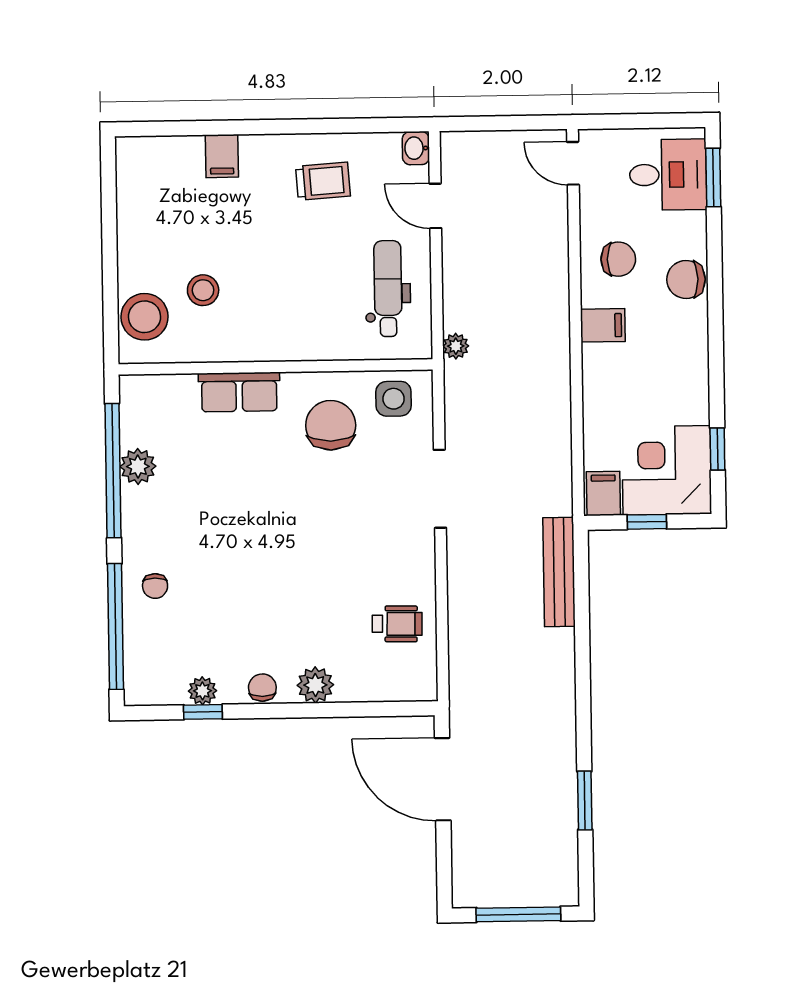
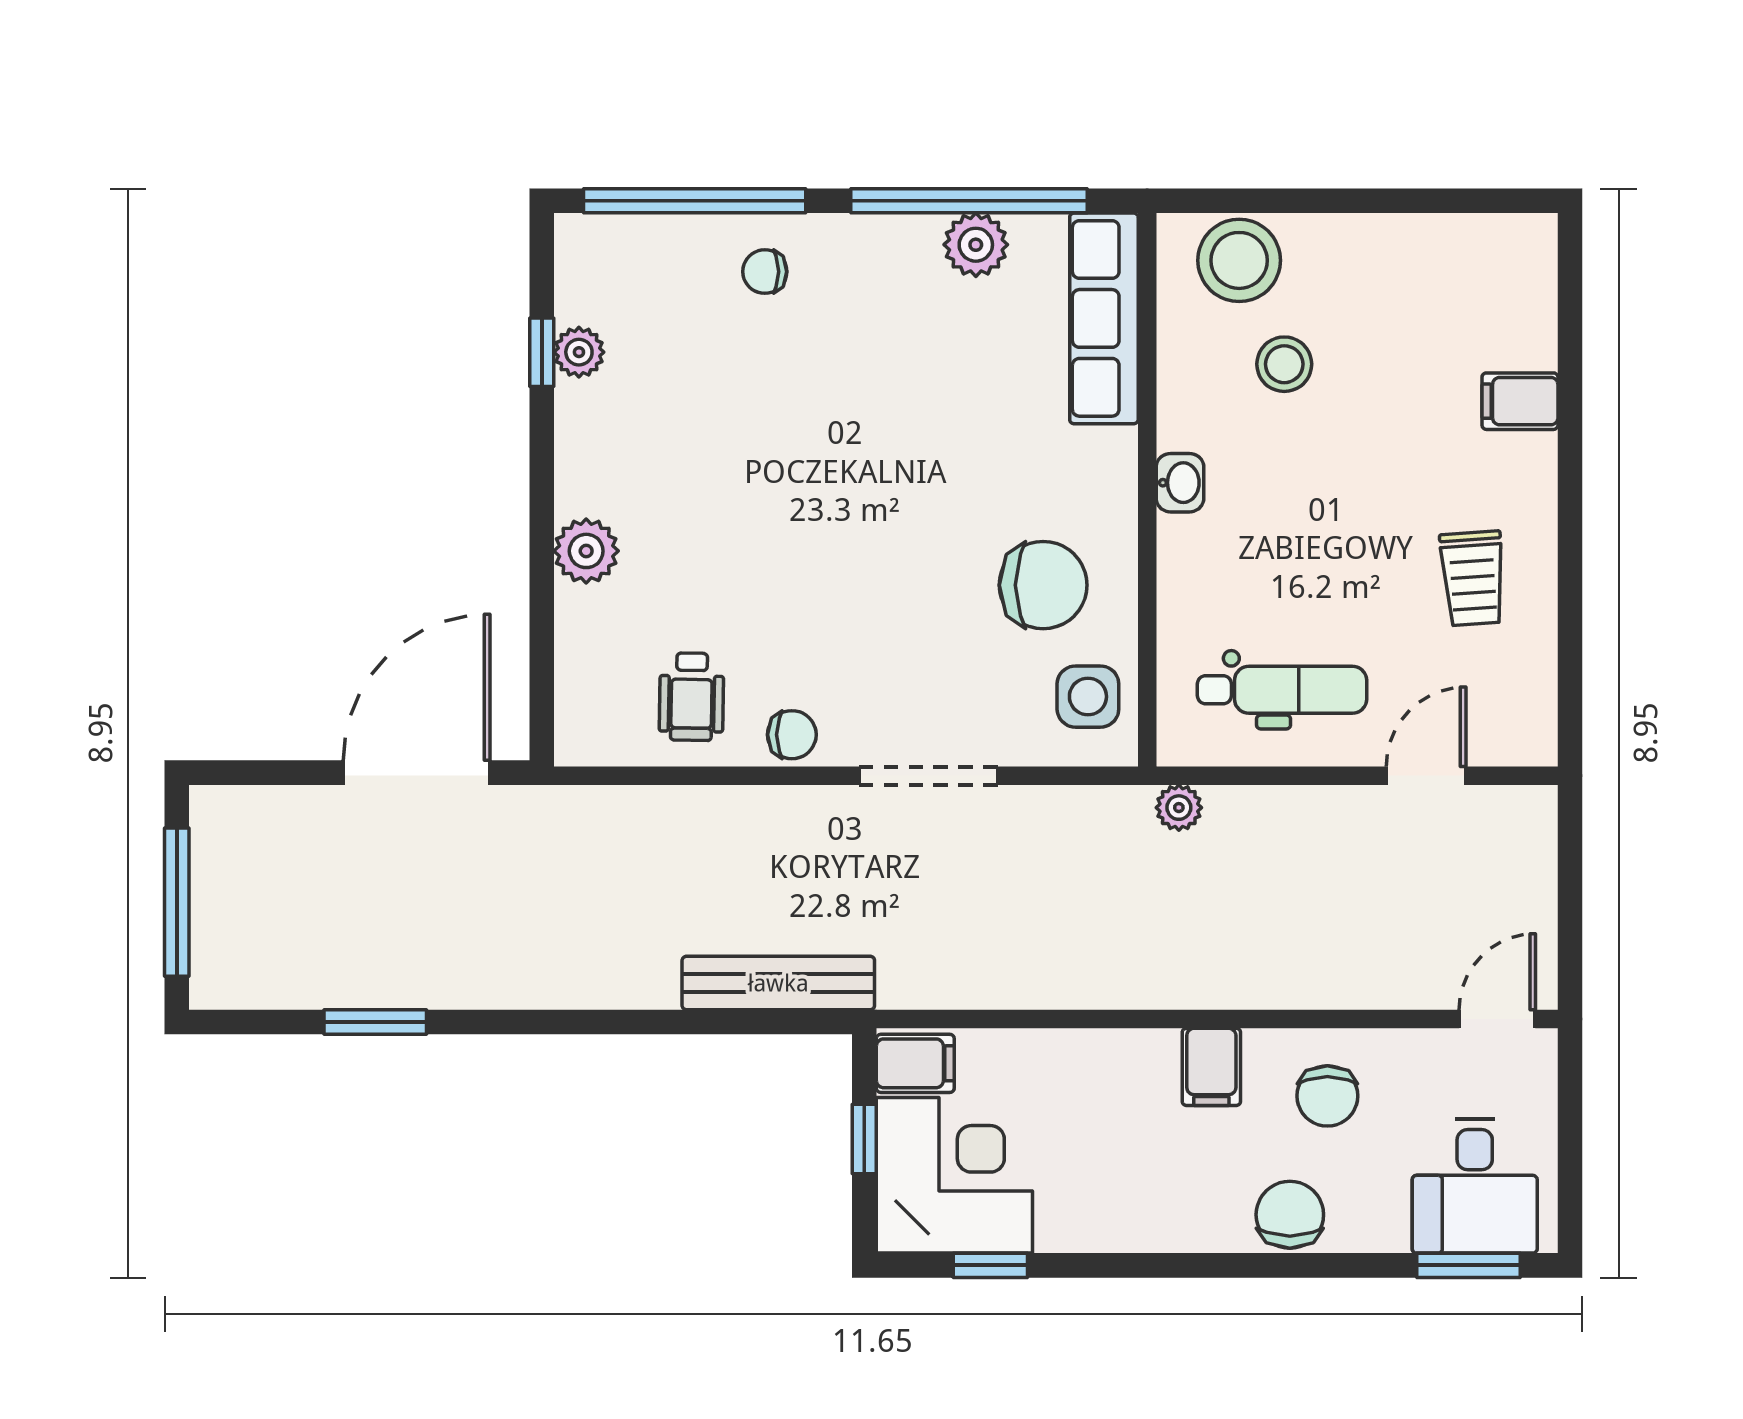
washbasin: (416, 148) -> (1180, 483), moved, turned 90
row of seats: (239, 392) -> (1104, 318), moved, width x1.48
chair: (262, 688) -> (792, 735), moved

